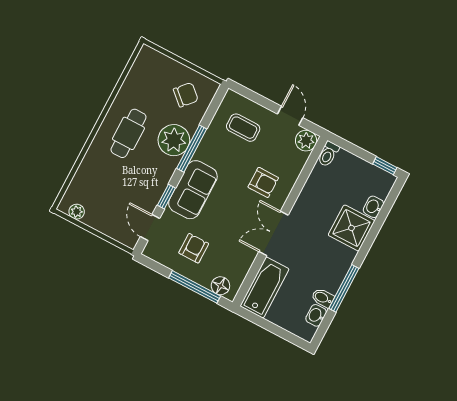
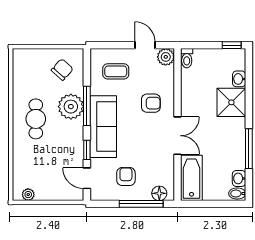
sofa: (193, 190) -> (103, 127), width x1.36
double door: (274, 233) -> (178, 136), swing flipped
bidet: (323, 298) -> (237, 194), moved

